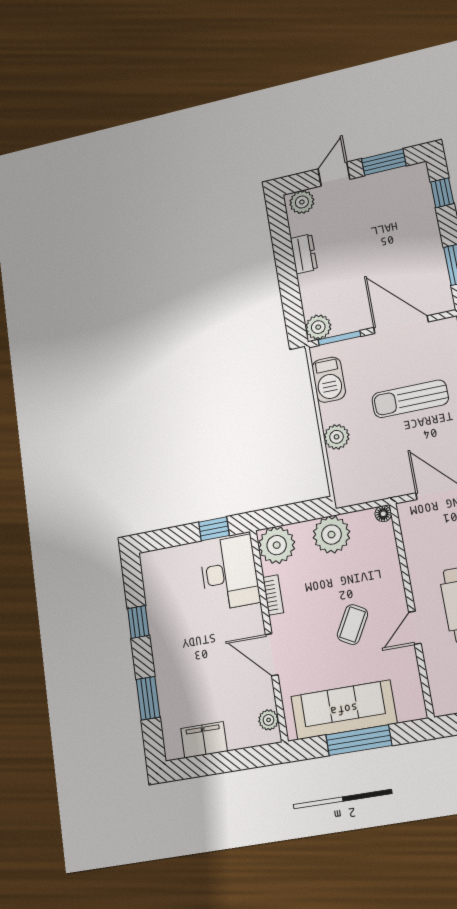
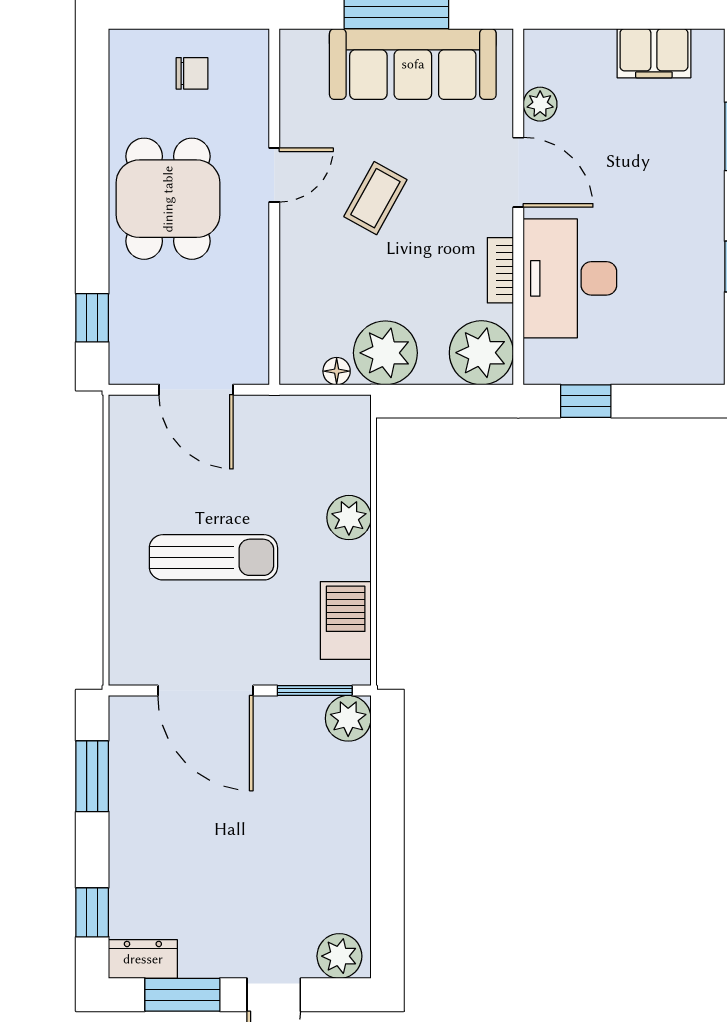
dresser: (304, 254) -> (143, 959), moved, turned 90
floor lamp: (383, 514) -> (337, 371), moved
desk: (229, 573) -> (570, 278), moved
plant: (269, 720) -> (540, 104), moved

